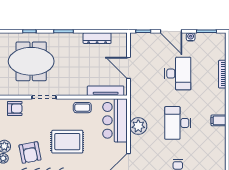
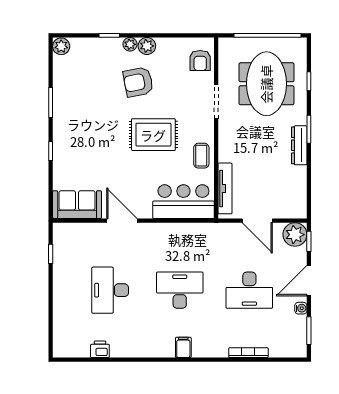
dresser: (97, 38) -> (299, 145), moved
door: (128, 68) -> (257, 221), swing flipped
plant: (138, 126) -> (295, 235), moved
rug: (67, 142) -> (153, 135), turned 90

